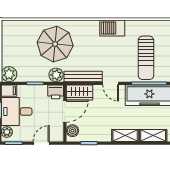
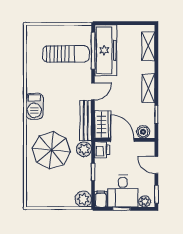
barbecue: (112, 28) -> (34, 106), moved
shelving: (125, 135) -> (148, 88), moved

